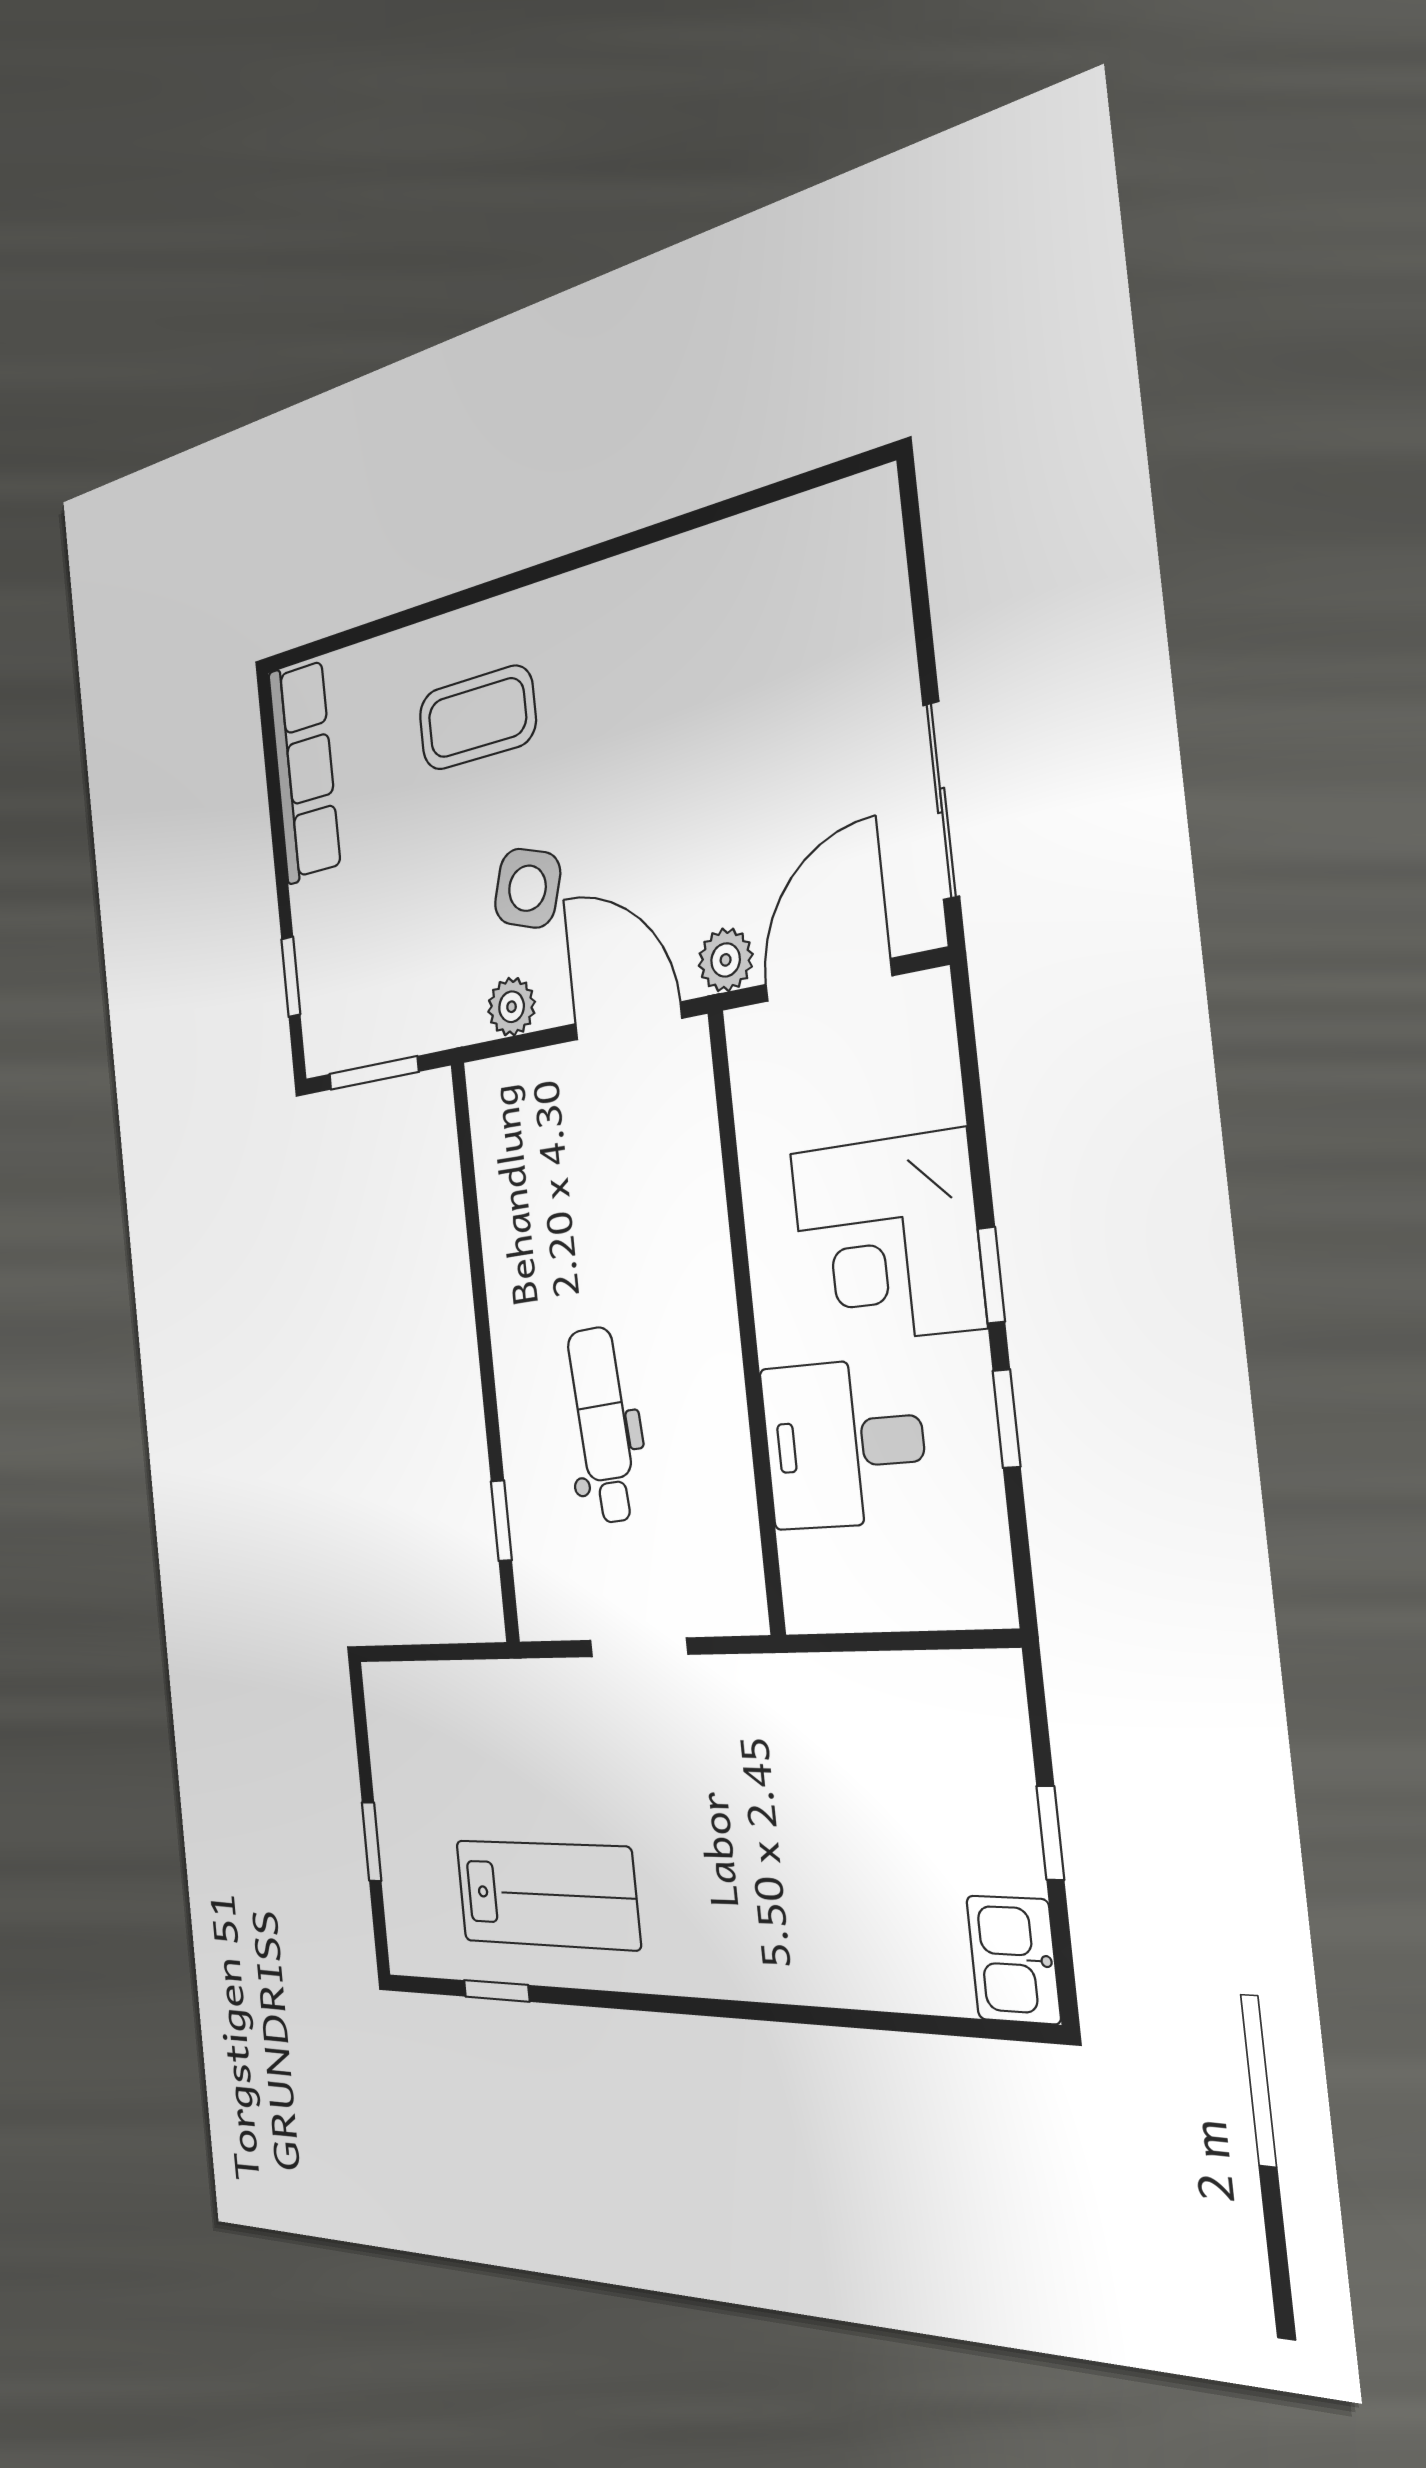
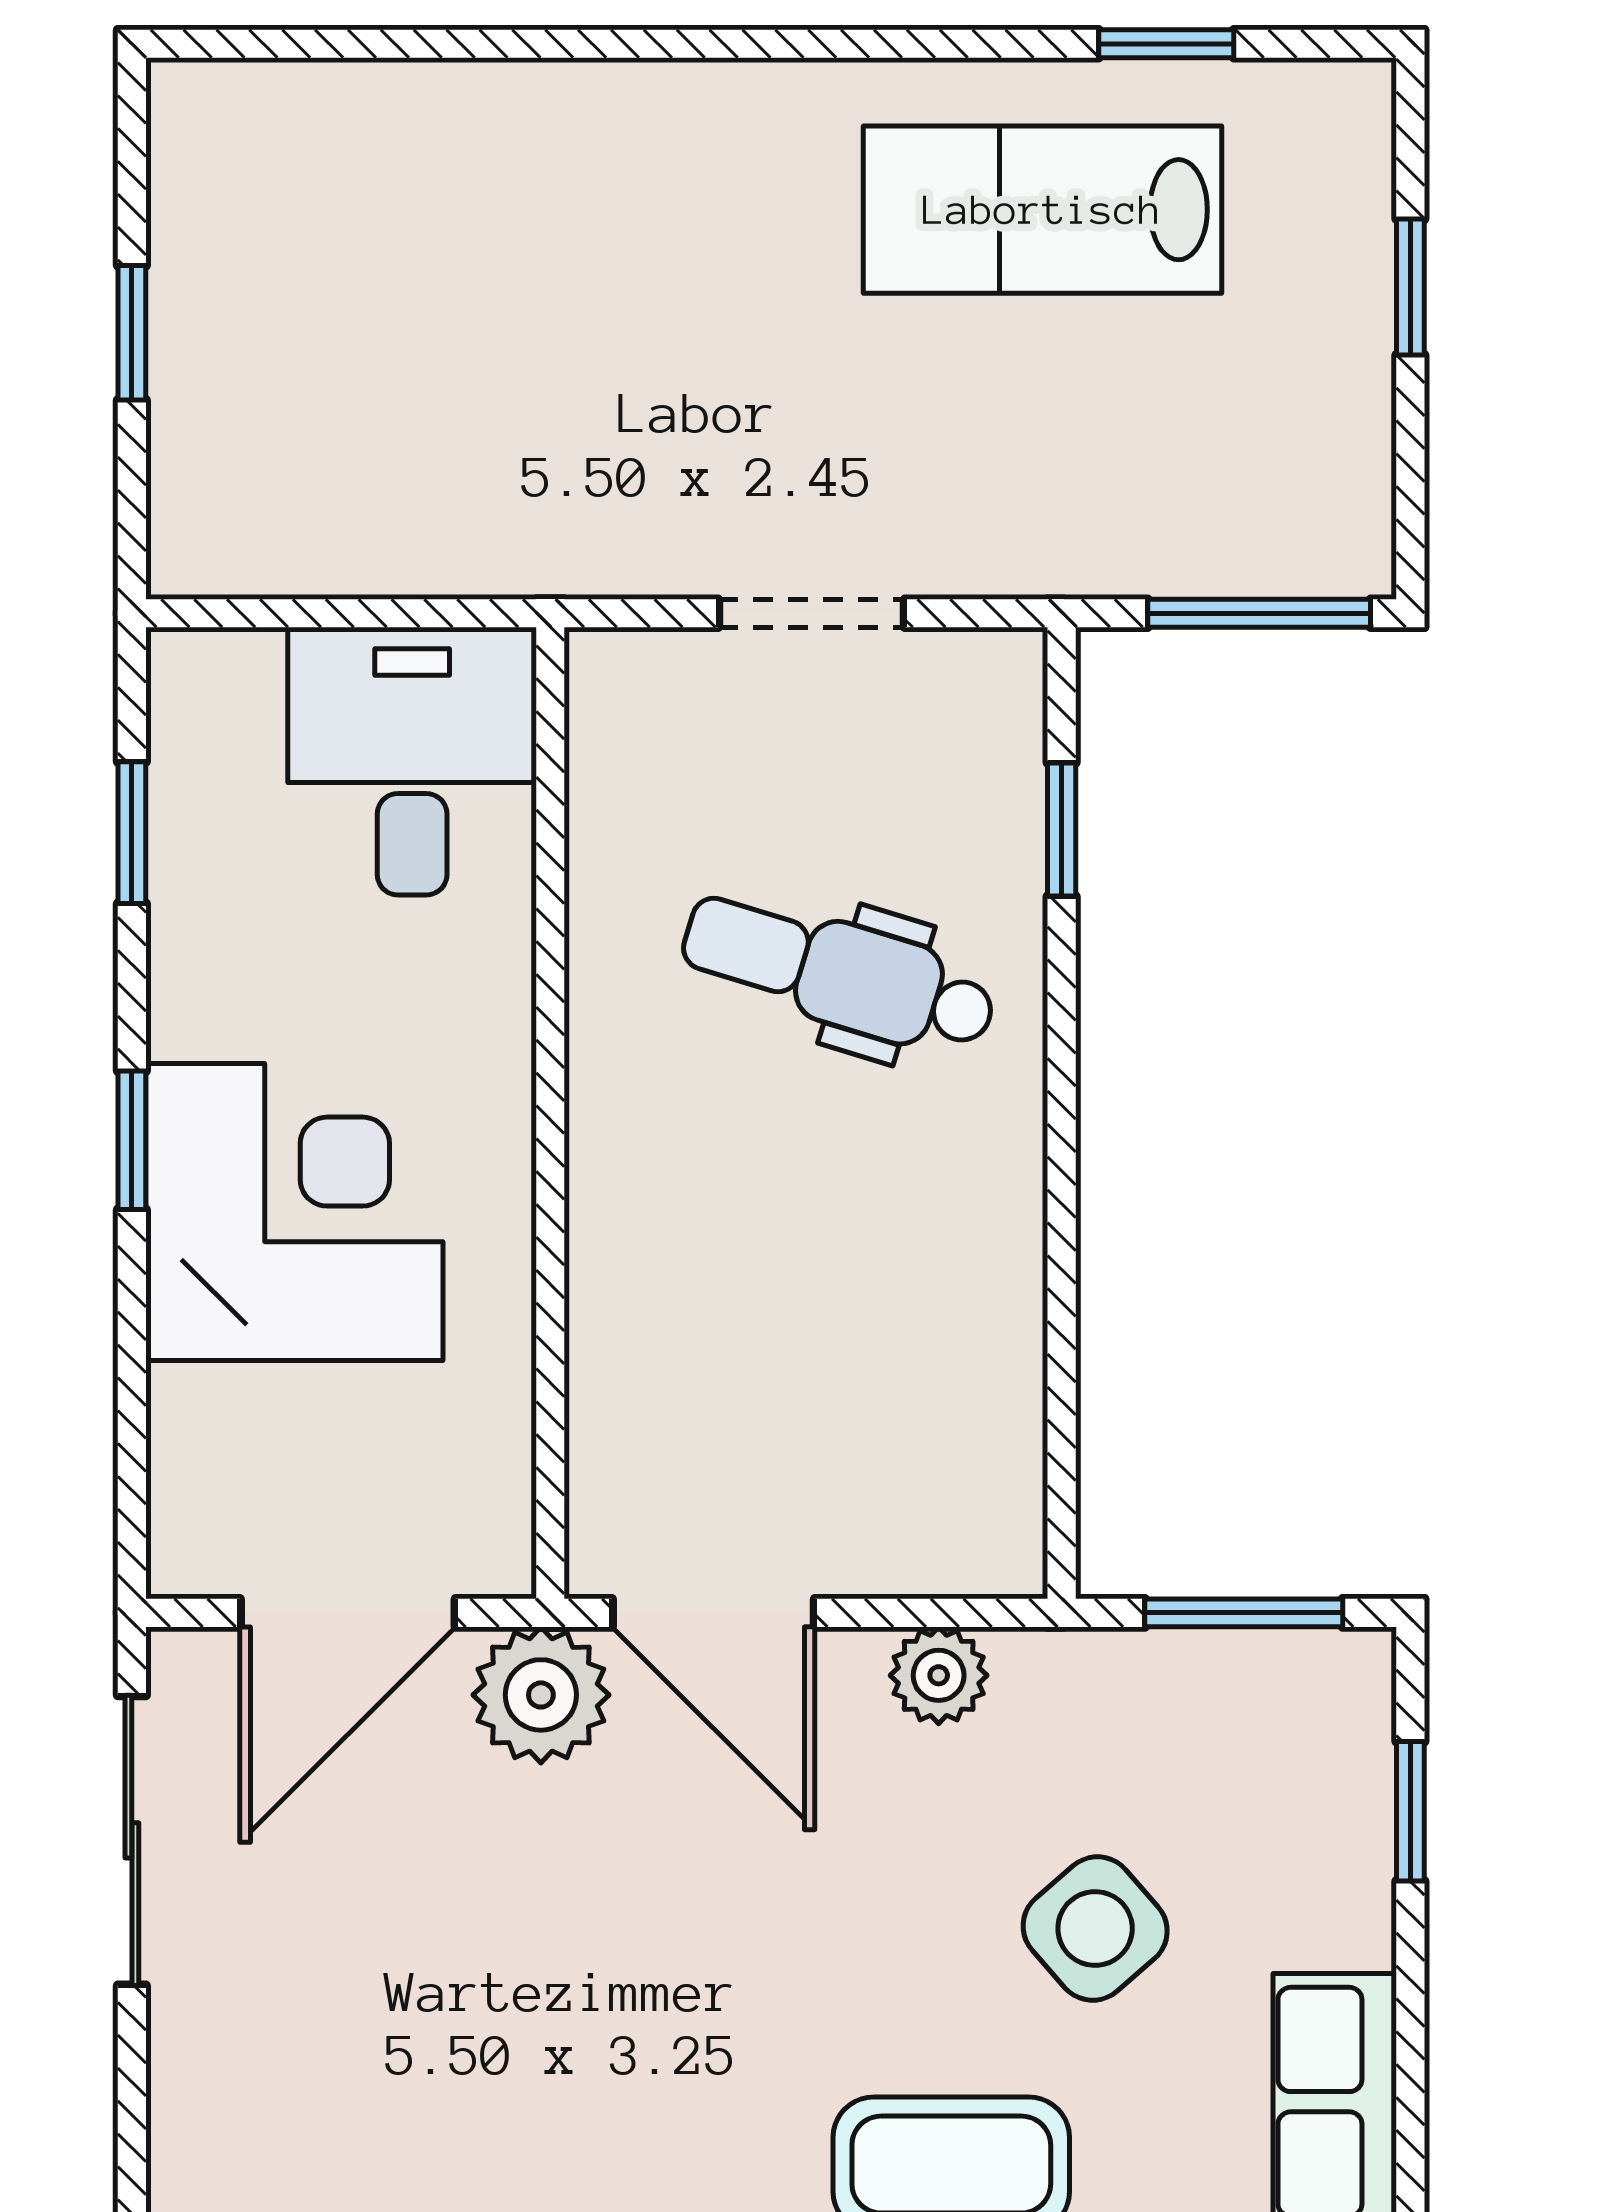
side table: (527, 888) -> (1095, 1928), moved, turned 31
plant: (726, 960) -> (541, 1695), width x1.38, depth x1.38
window: (1007, 1419) -> (132, 833), moved
dental chair: (603, 1425) -> (839, 973), turned 111
desk: (844, 1444) -> (412, 761), moved, turned -90
window: (421, 1653) -> (1259, 613), added
kitchen sink: (1013, 1960) -> (211, 148), removed

